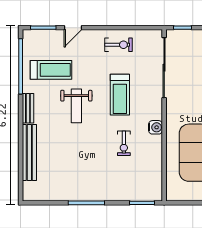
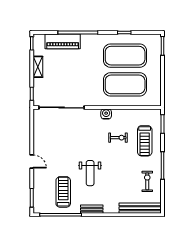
door: (73, 28) -> (32, 162), moved
exercise bike: (119, 45) -> (147, 181), moved
treadmill: (120, 95) -> (145, 141), moved, turned 90
weight bench: (76, 106) -> (90, 173), turned 90
bench: (29, 152) -> (140, 208), moved

